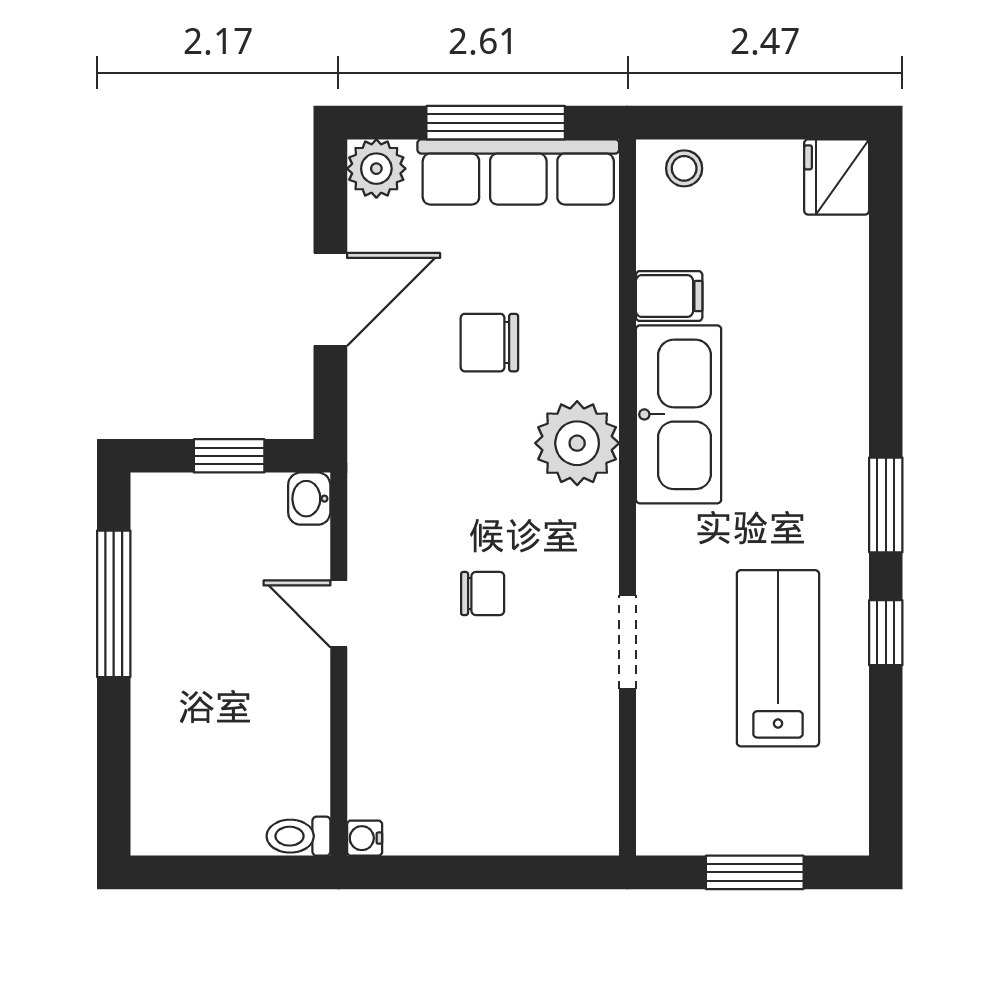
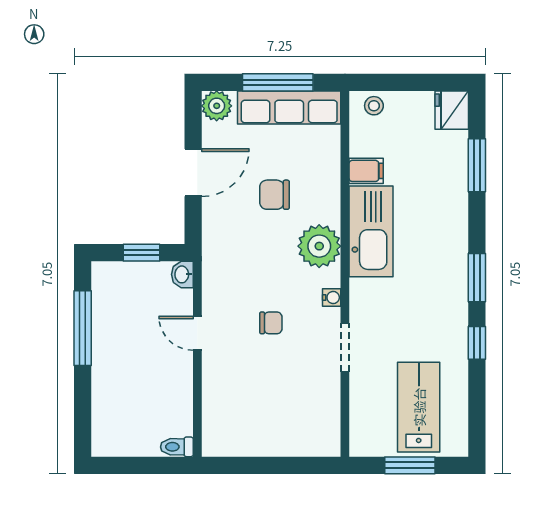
window: (886, 285) -> (477, 165), added
lab bench: (778, 658) -> (419, 407), moved
water cooler: (365, 838) -> (332, 297), moved, turned 180

